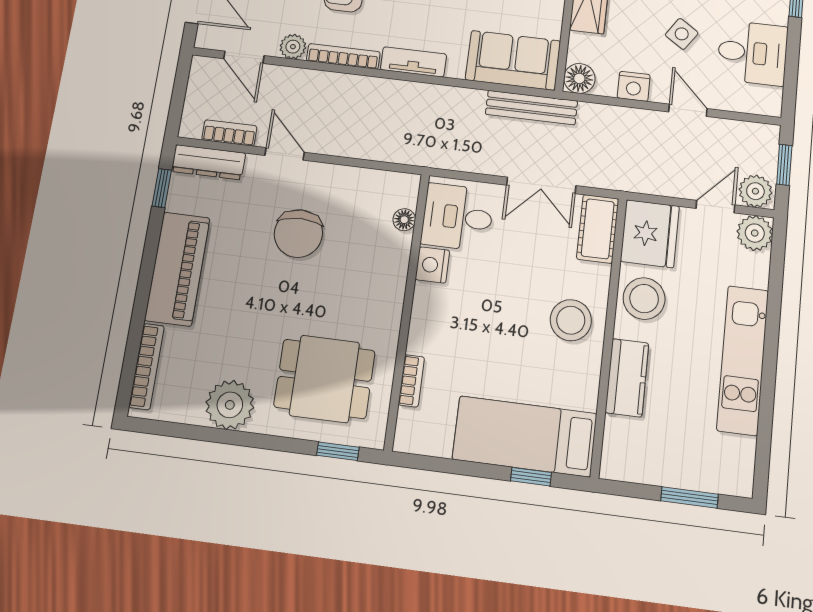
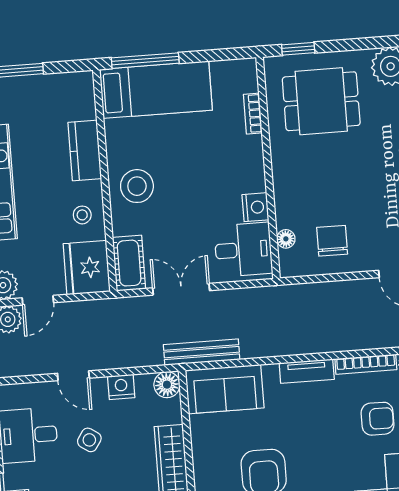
chair: (298, 233) -> (332, 241), moved, width x0.73, depth x0.73
stool: (644, 299) -> (82, 215), width x0.53, depth x0.53
window: (531, 477) -> (145, 61), width x2.17

